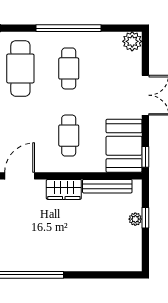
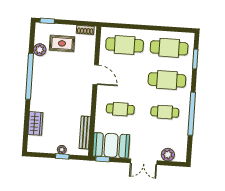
plant: (132, 41) -> (168, 155), moved
wardrobe: (64, 189) -> (35, 123), moved, turned 180

